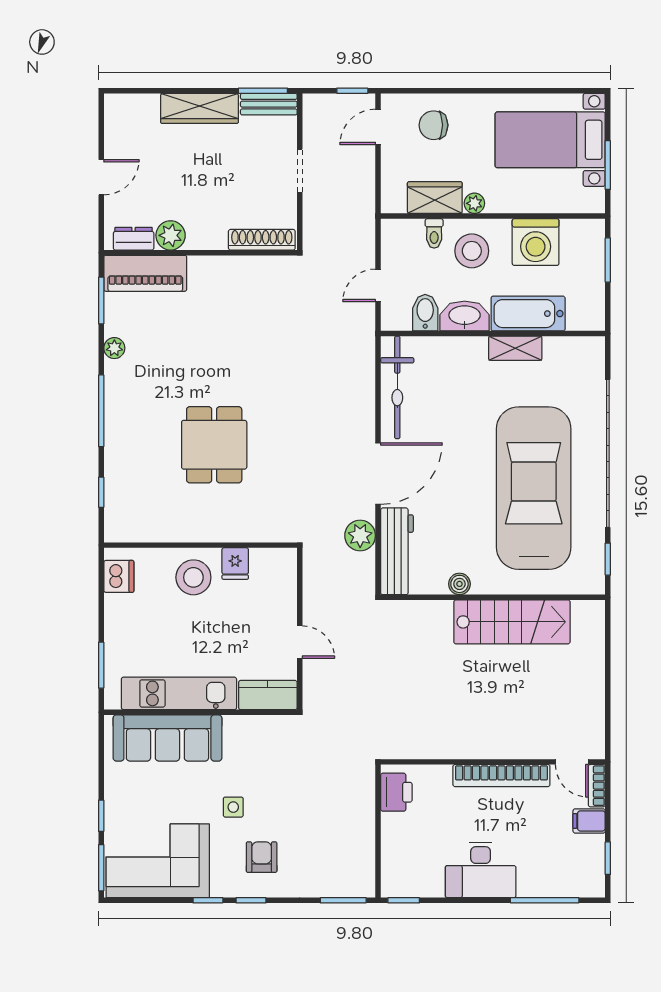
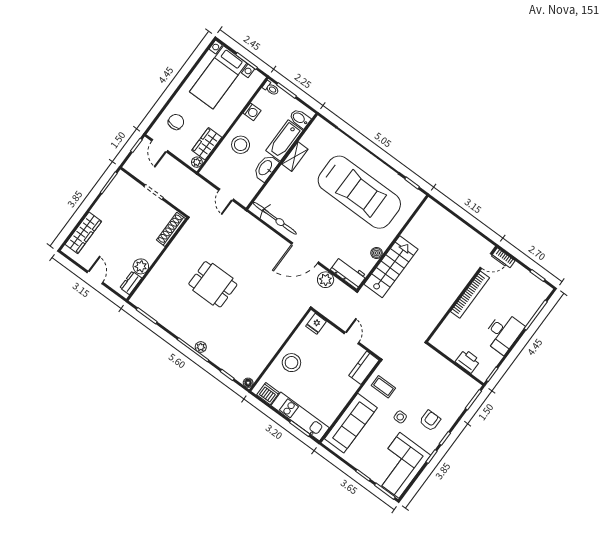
bench: (269, 104) -> (116, 185), removed
wardrobe: (199, 108) -> (83, 233), moved
chair: (434, 125) -> (176, 122), turned 180
plant: (474, 203) -> (197, 162), moved
toilet: (434, 233) -> (271, 88), moved
washing machine: (536, 242) -> (252, 112), width x0.53, depth x0.53
piano: (145, 273) -> (149, 289), removed
bidet: (425, 313) -> (300, 118), moved
plant: (114, 348) -> (201, 347), moved
dining table: (214, 445) -> (213, 284), moved
door: (378, 474) -> (305, 253), swing flipped
car: (534, 488) -> (359, 192), turned 180
floor lamp: (113, 533) -> (248, 383), added
workbench: (397, 551) -> (349, 273), width x0.73
fridge: (235, 564) -> (316, 324), moved, turned 90
stairs: (512, 622) -> (391, 267), moved
door: (300, 642) -> (352, 338), hinge flipped
kitchen unit: (179, 693) -> (300, 417), moved, turned 90
coffee table: (261, 747) -> (383, 387), added
printer: (396, 792) -> (468, 361), moved
filing cabinet: (589, 821) -> (516, 272), removed
armchair: (262, 857) -> (430, 421), turned 90

